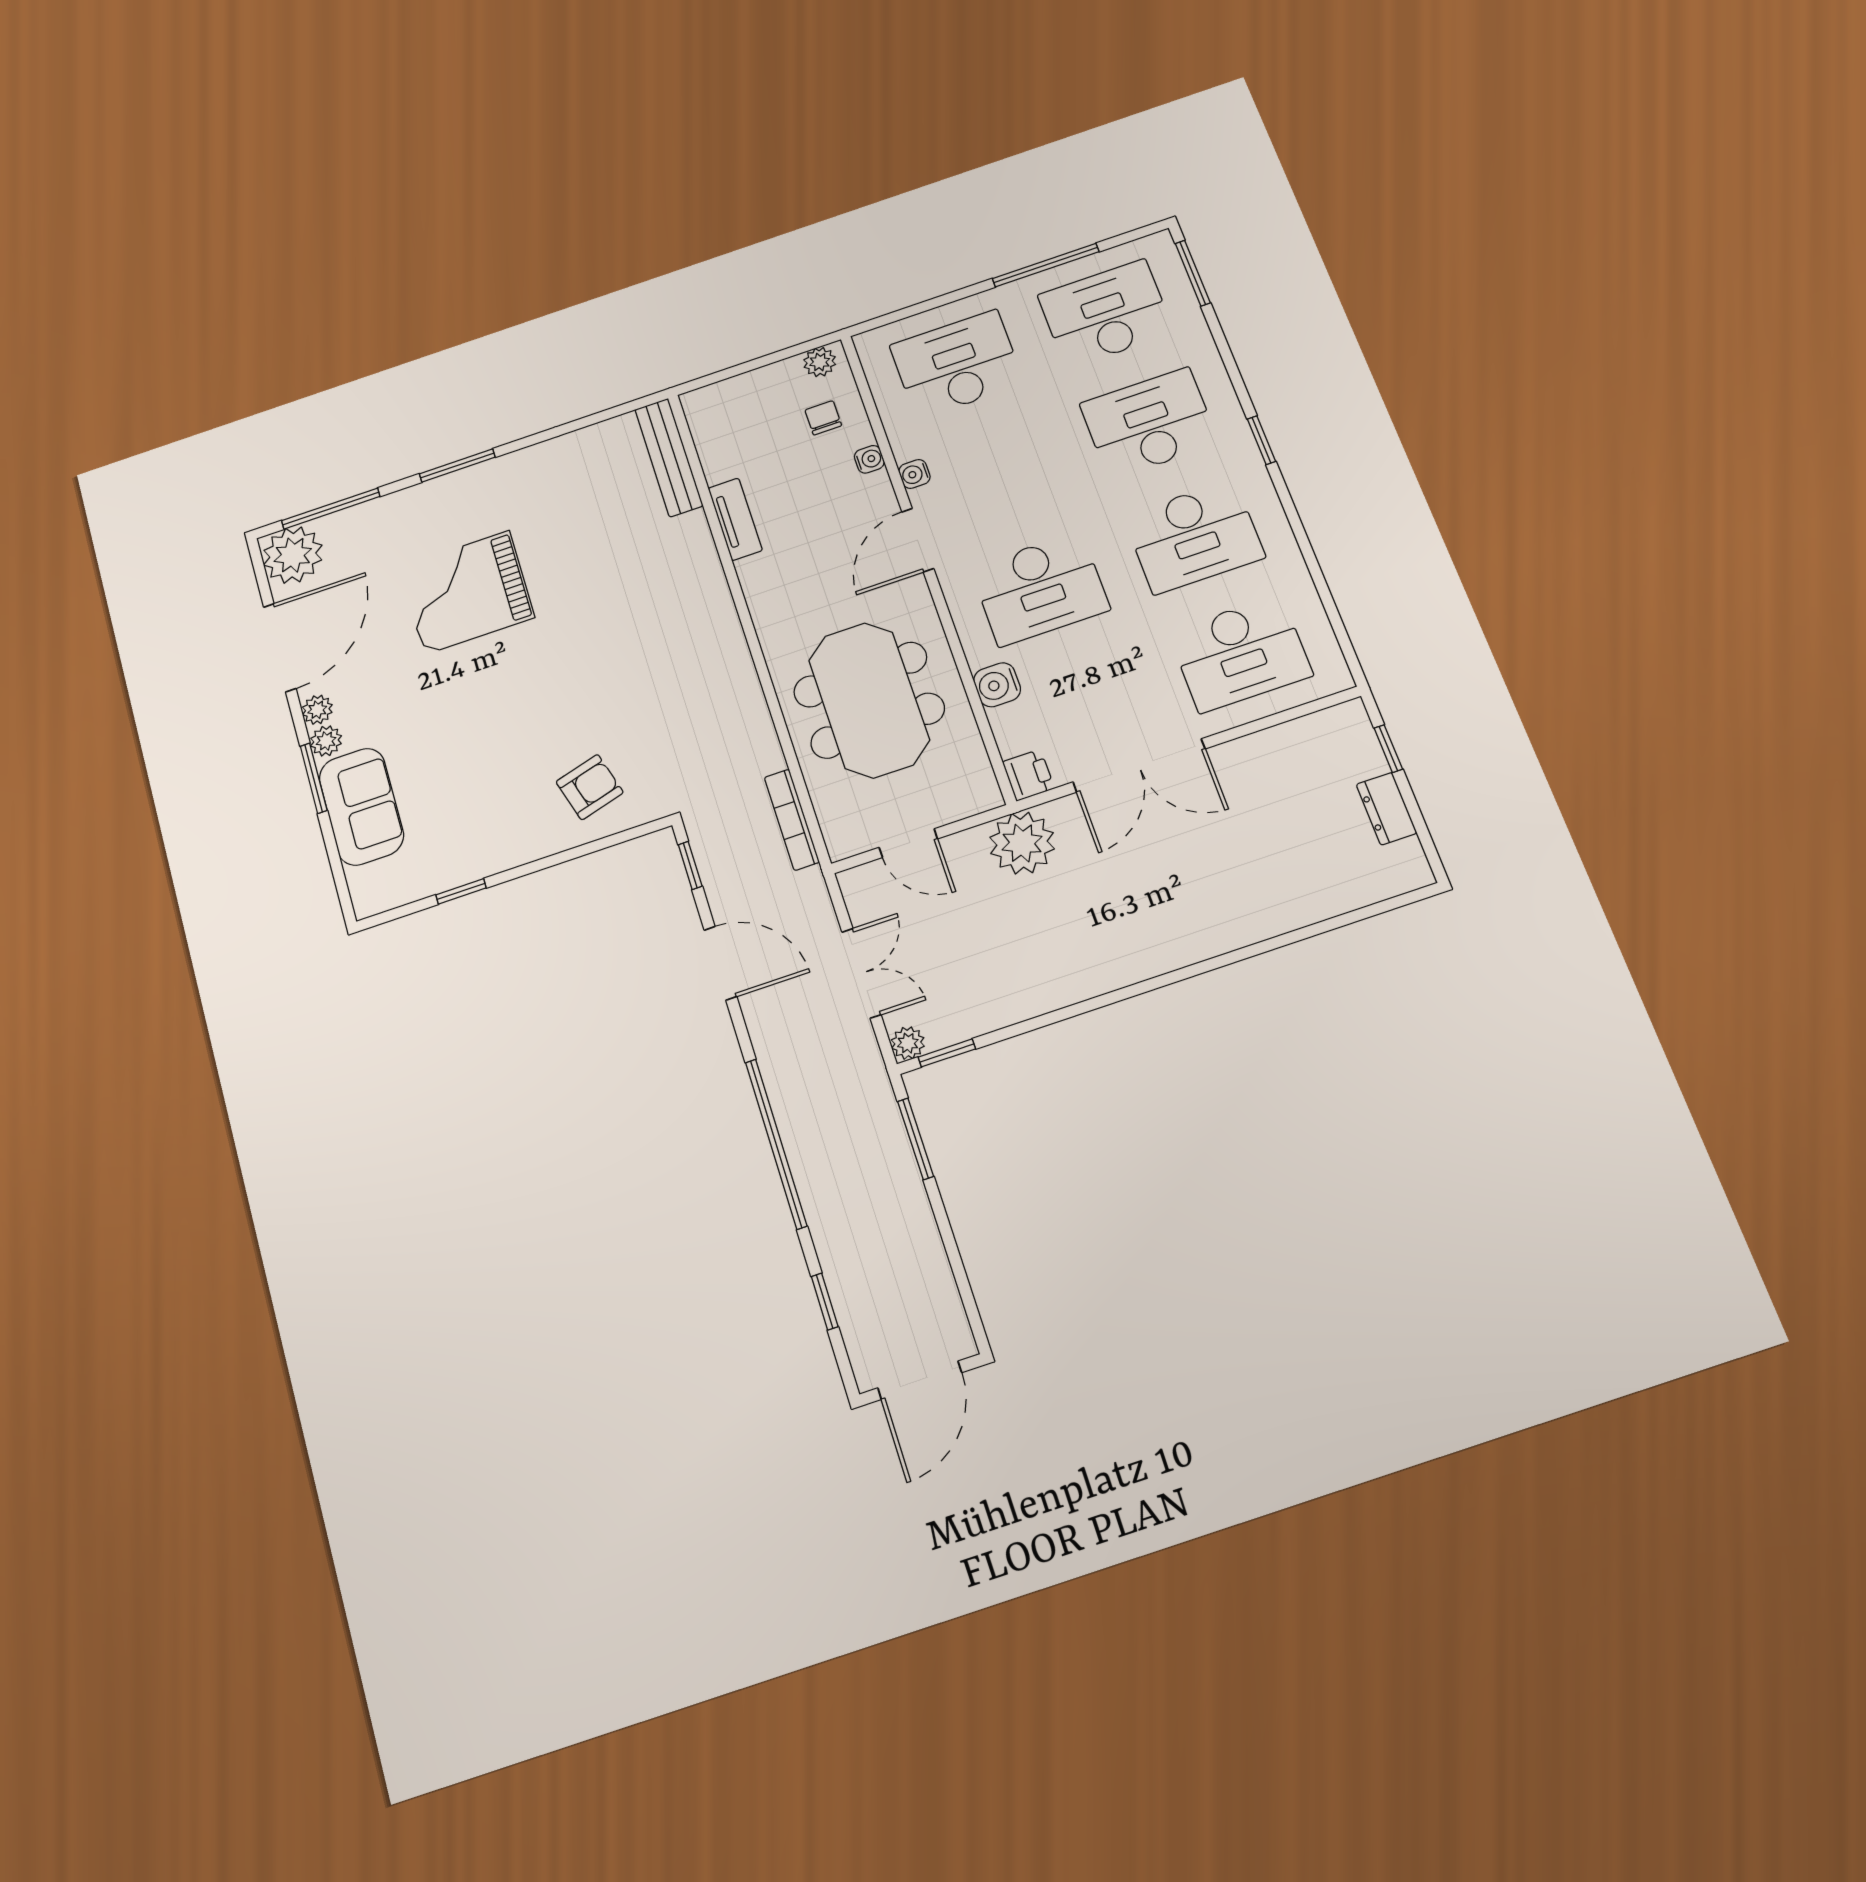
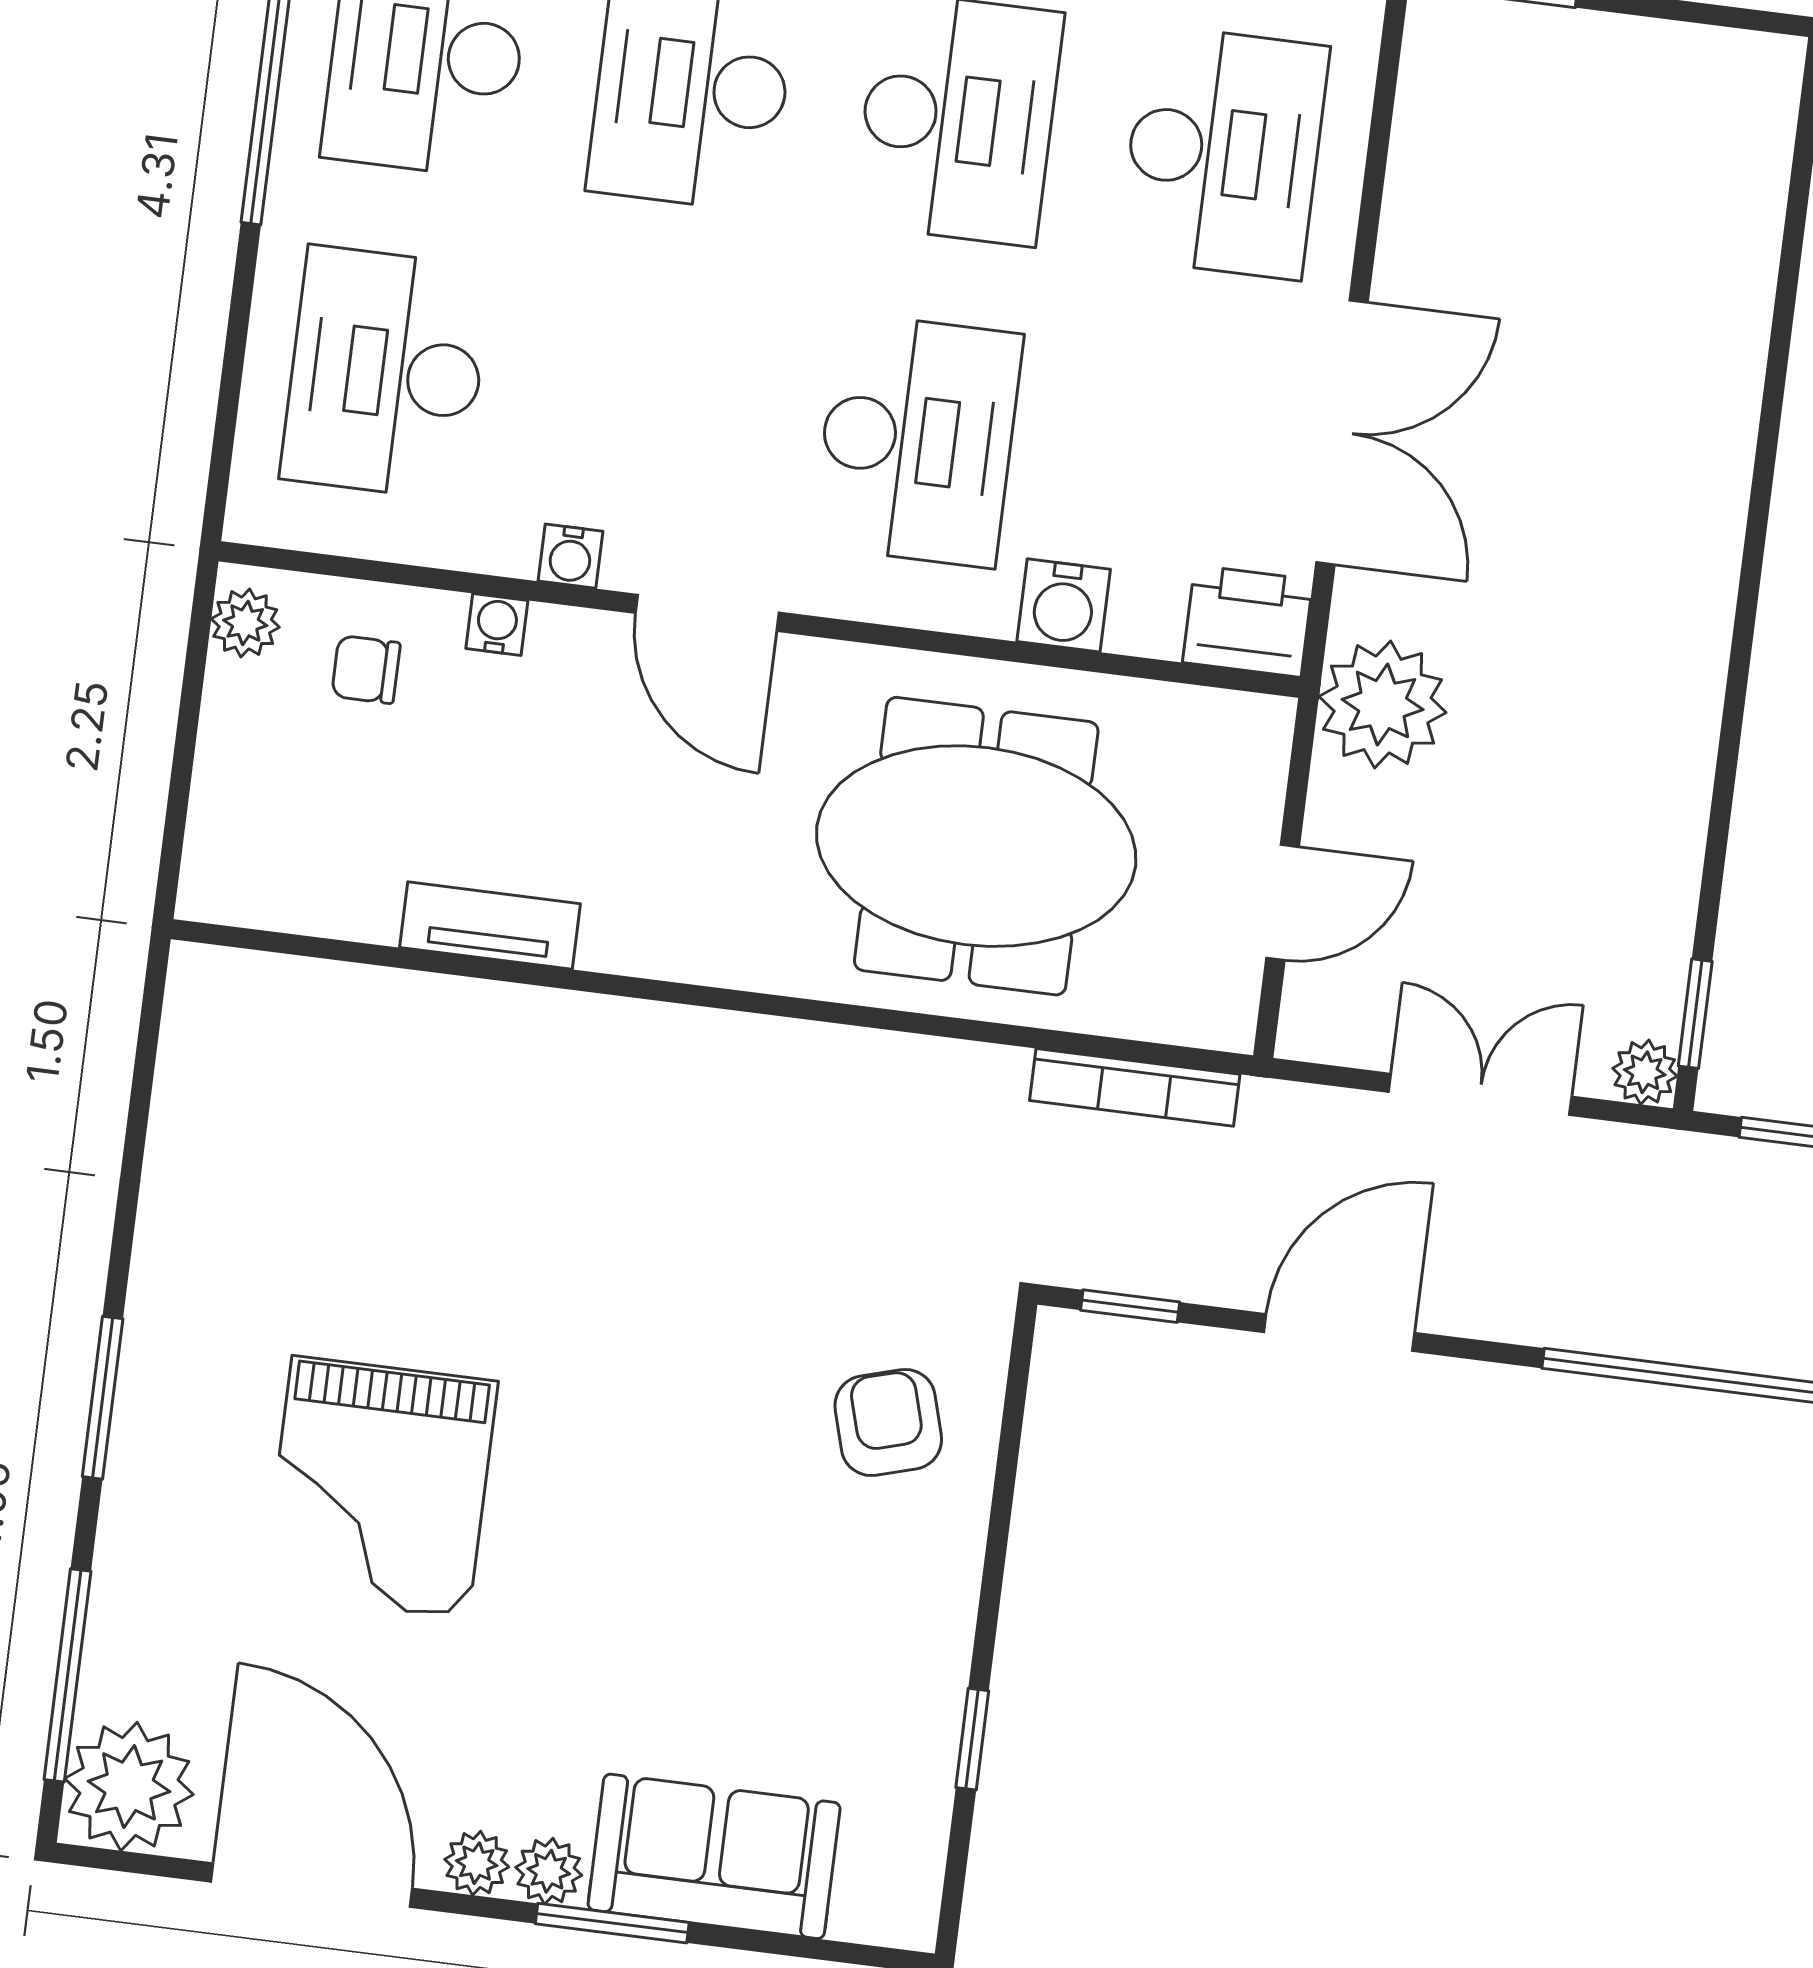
bench: (669, 457) -> (297, 992), removed
printer: (1028, 775) -> (1248, 621), width x1.36, depth x1.24
dresser: (1386, 809) -> (1635, 52), removed

